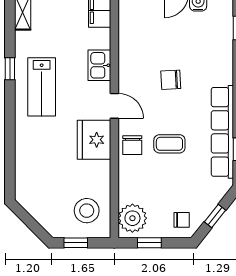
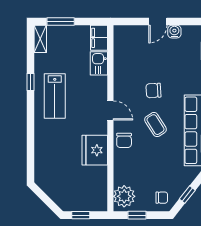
kitchen sink: (99, 65) -> (99, 63), moved
fridge: (94, 140) -> (95, 150), moved
coffee table: (169, 144) -> (155, 125), moved, turned 58
stool: (87, 211) -> (89, 191), removed

